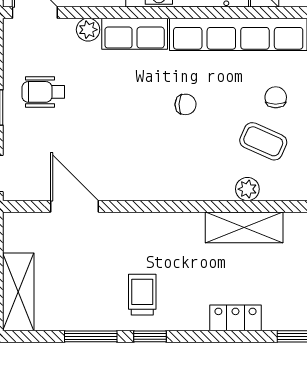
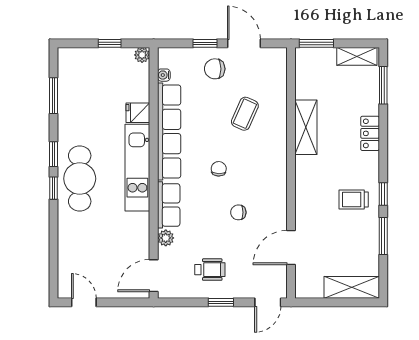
wheelchair: (43, 92) -> (210, 270), turned -90
chair: (276, 97) -> (238, 212), moved
plant: (247, 189) -> (279, 125), removed

